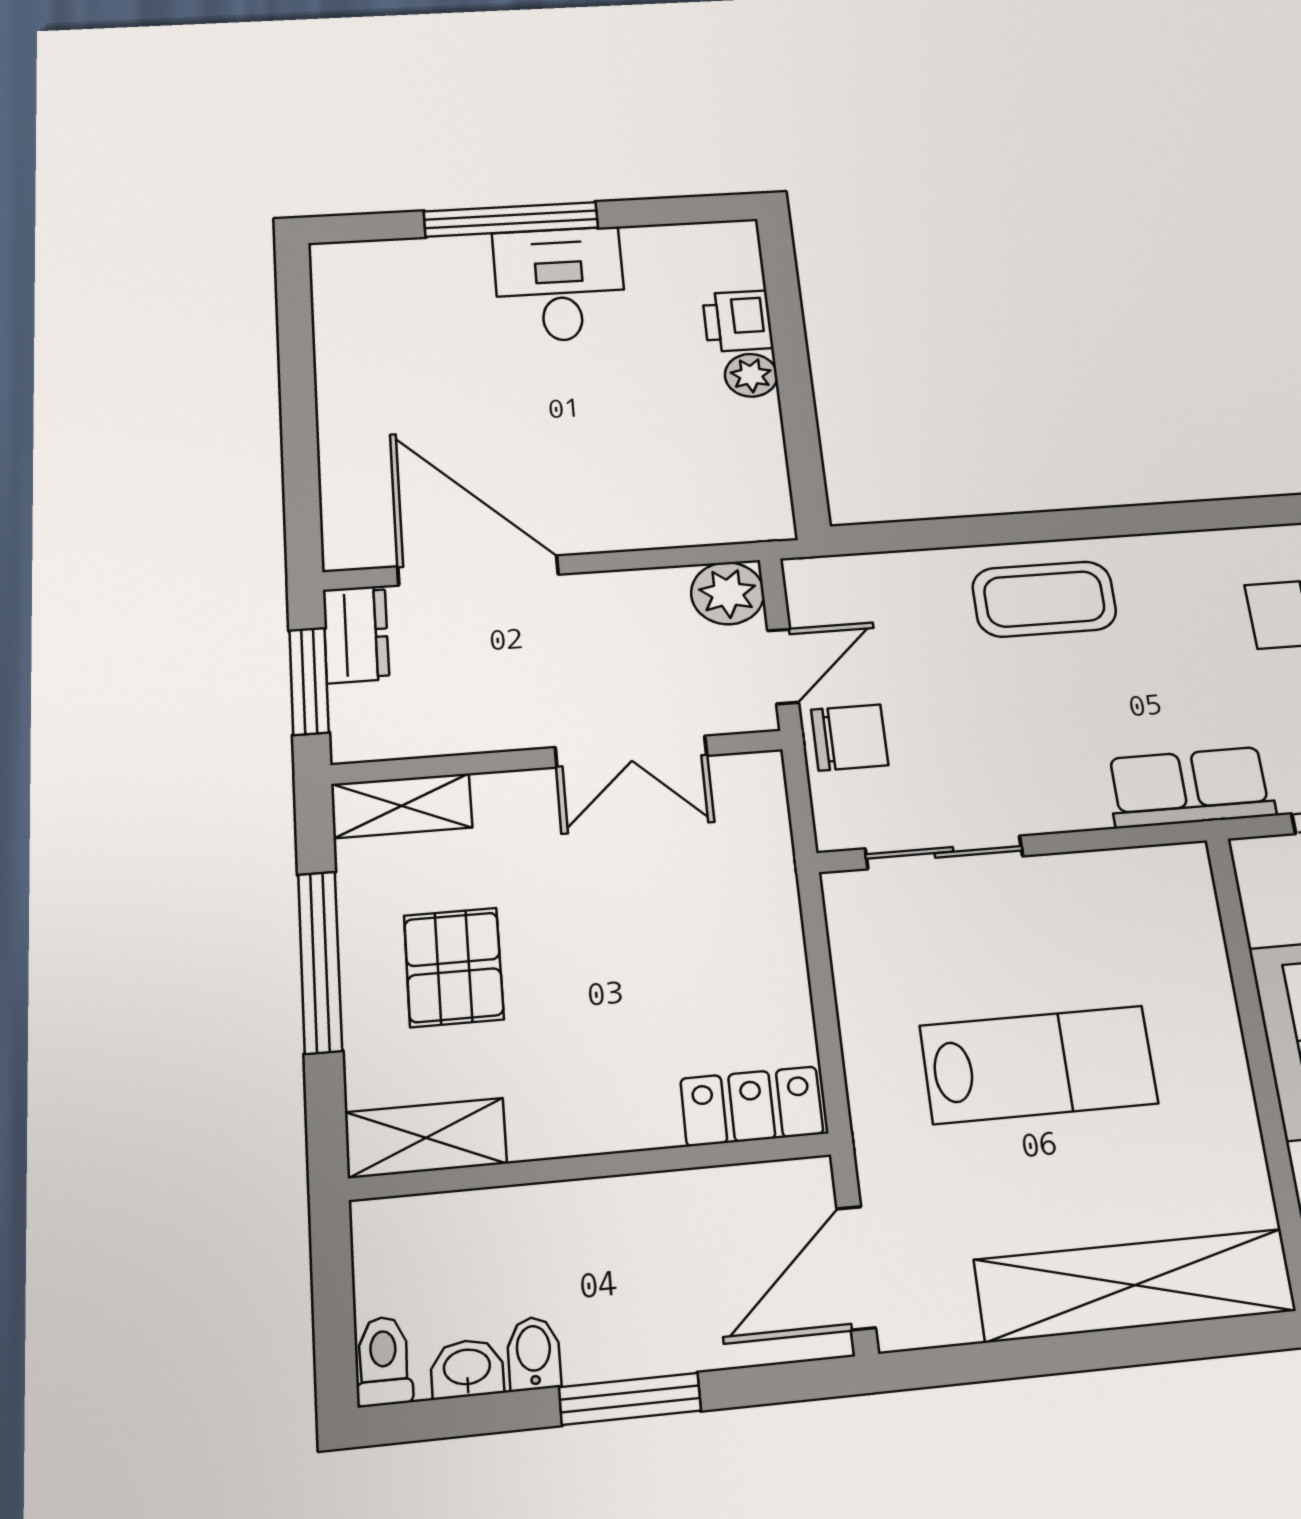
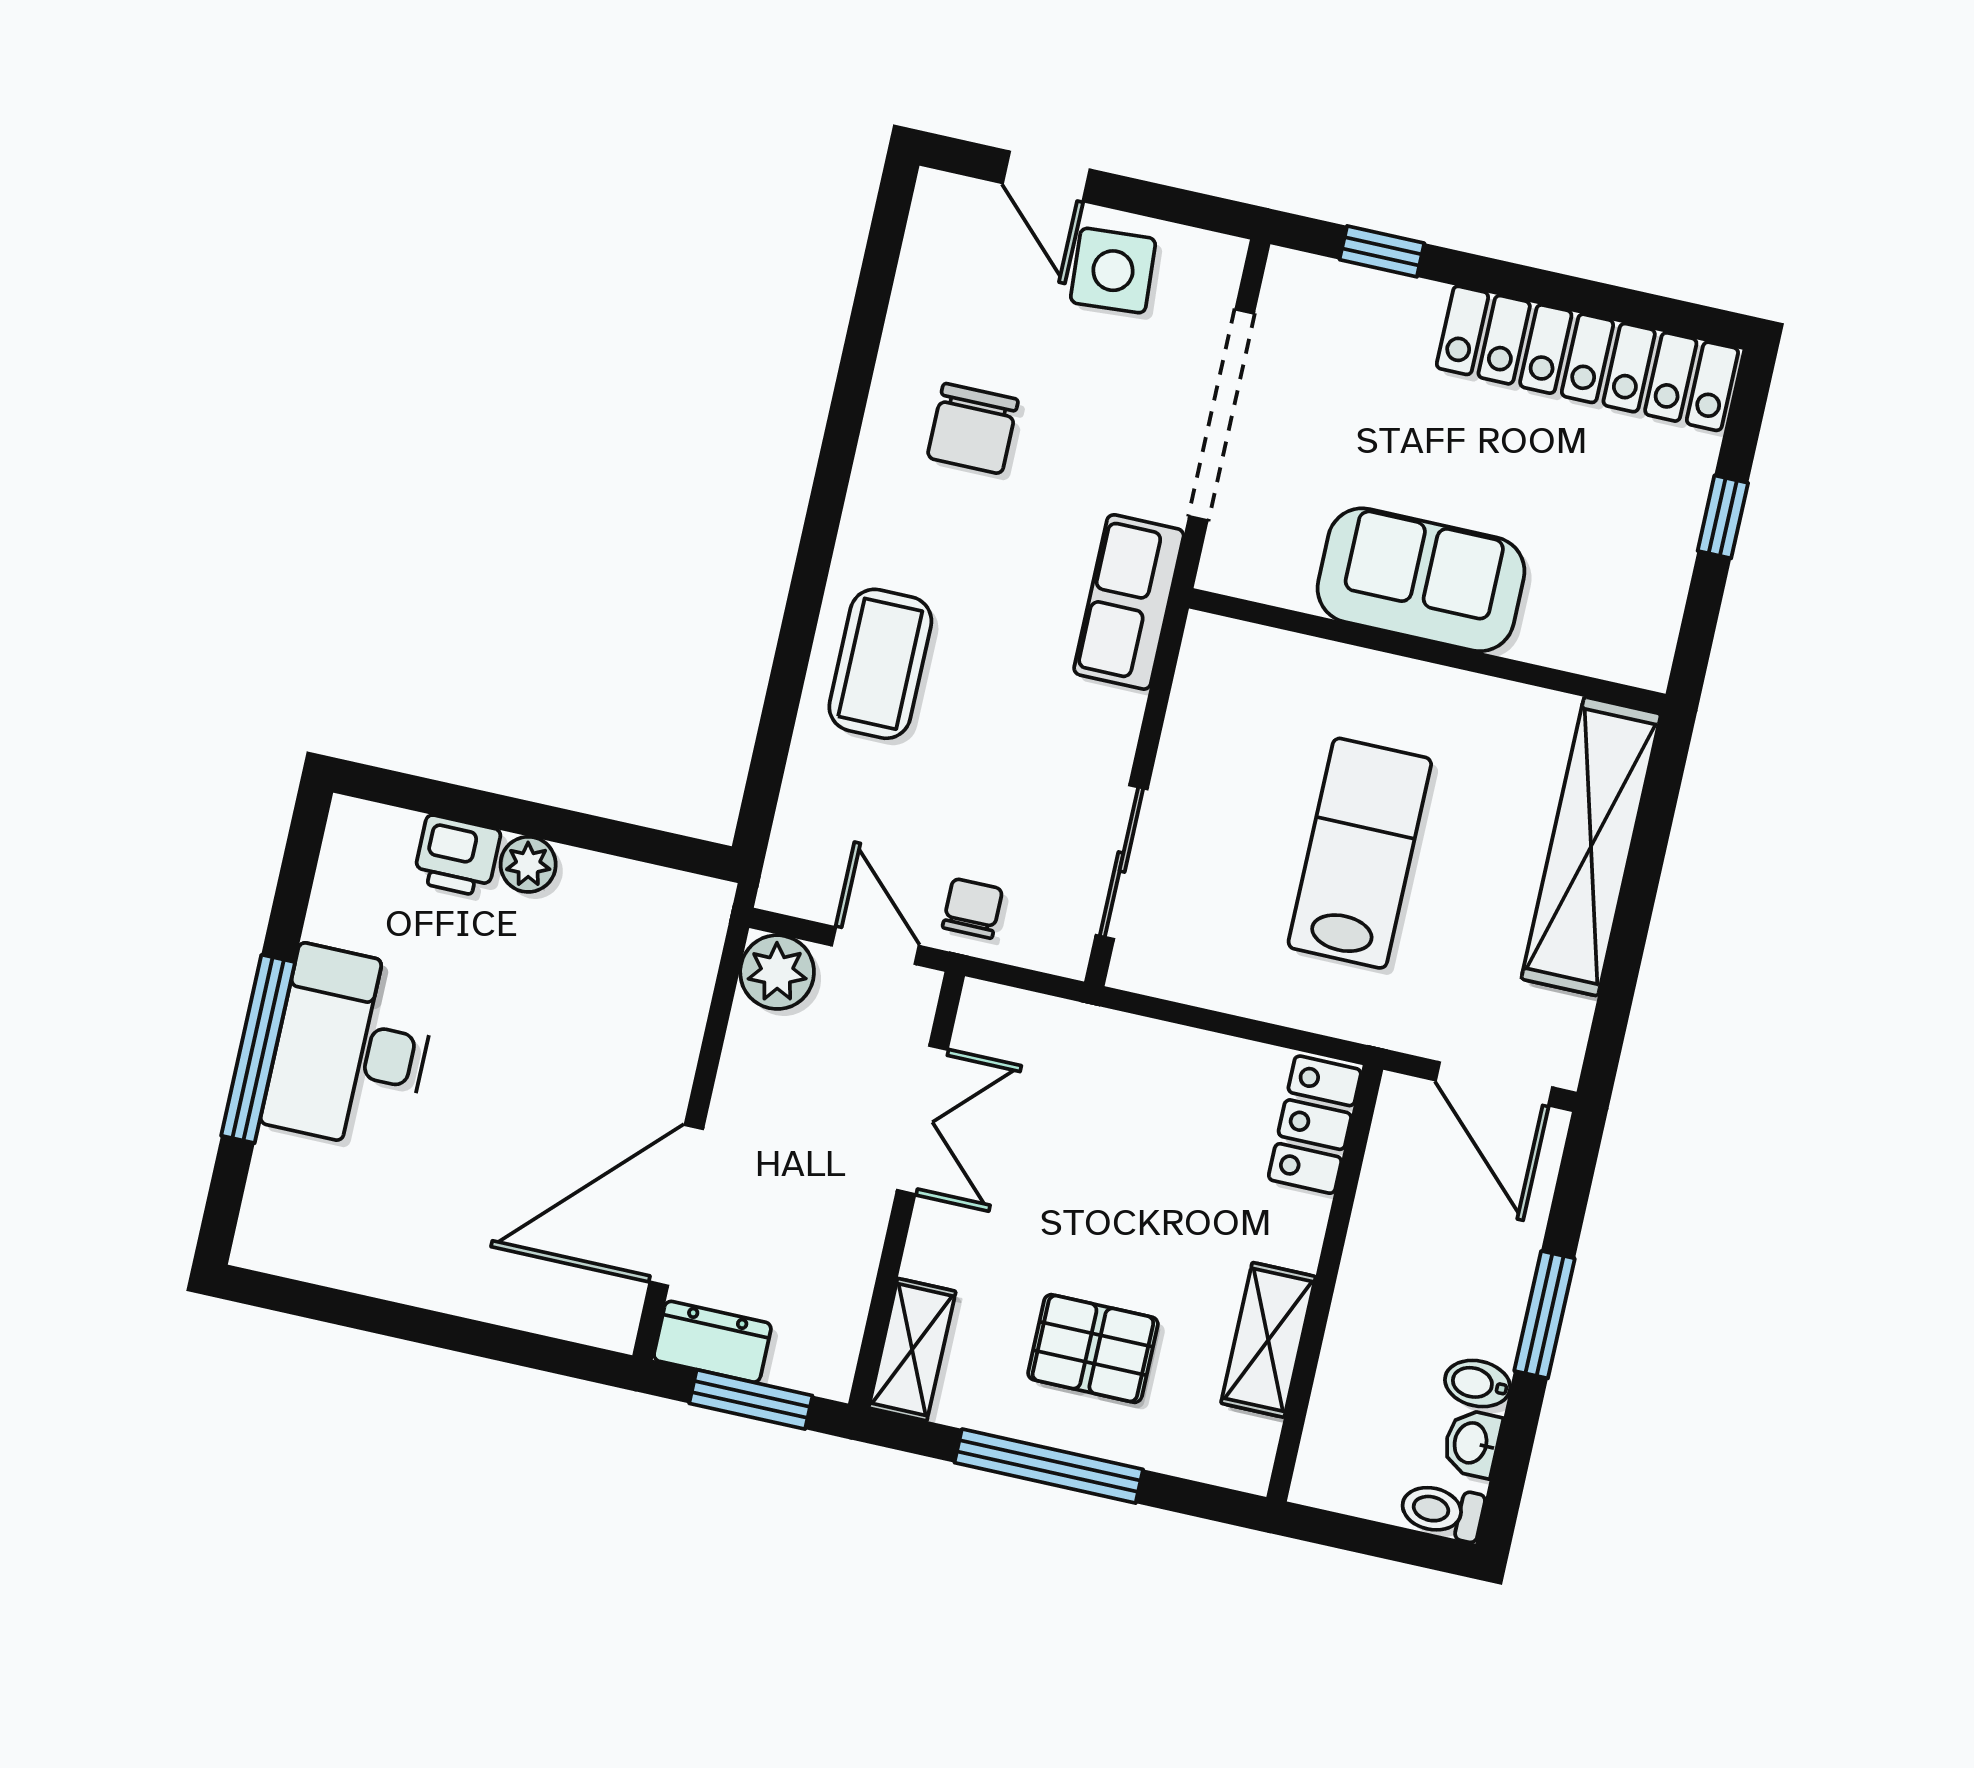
desk: (560, 284) -> (351, 1048), width x1.37
chair: (850, 737) -> (973, 908), width x0.73, depth x0.73
shelving: (426, 1138) -> (1268, 1340), moved

